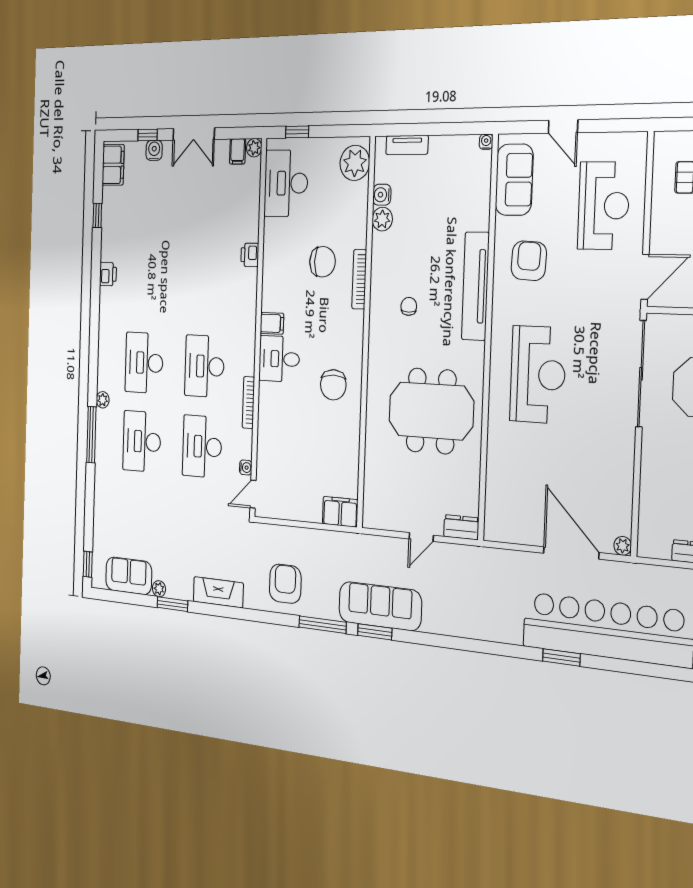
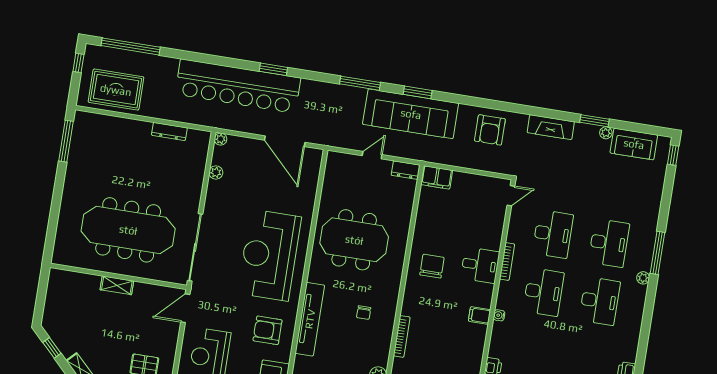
armchair: (529, 261) -> (268, 330), turned 87
chair: (323, 262) -> (431, 353), removed
desk: (279, 359) -> (480, 265), moved
reception desk: (538, 375) -> (269, 255), width x1.36, depth x1.30
water cooler: (246, 467) -> (499, 315), moved
plant: (624, 493) -> (216, 172), added
dresser: (461, 527) -> (406, 170), moved
door: (571, 553) -> (285, 141), moved
sofa: (380, 606) -> (411, 114), width x1.36, depth x1.27
window: (323, 625) -> (360, 83), moved

